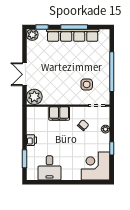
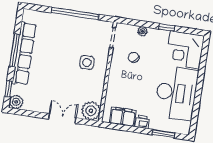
double door: (24, 74) -> (62, 118), swing flipped
side table: (87, 84) -> (87, 62), moved
filing cabinet: (59, 113) -> (123, 117), moved, turned -90
desk: (49, 168) -> (176, 93), width x1.87, depth x1.30

